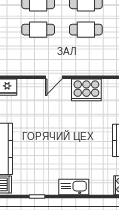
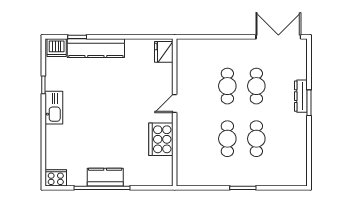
door: (54, 77) -> (175, 104), hinge flipped
kitchen sink: (74, 187) -> (54, 108), moved

